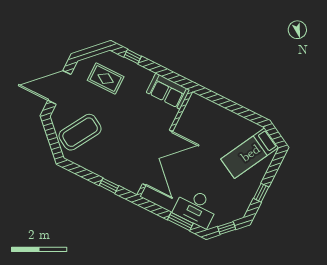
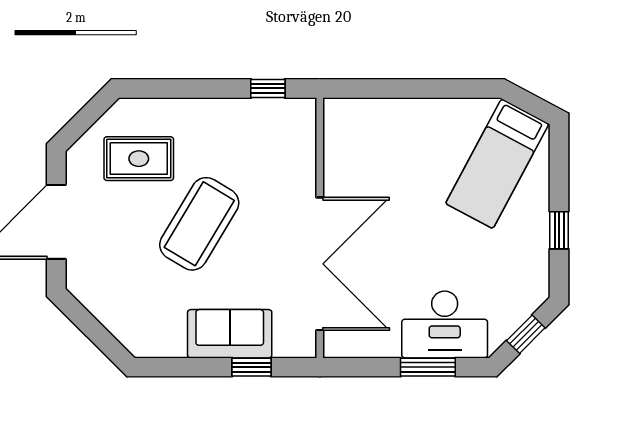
window: (133, 57) -> (268, 88), moved
sofa: (168, 91) -> (230, 334), moved, turned 180
coffee table: (80, 132) -> (199, 224), moved

